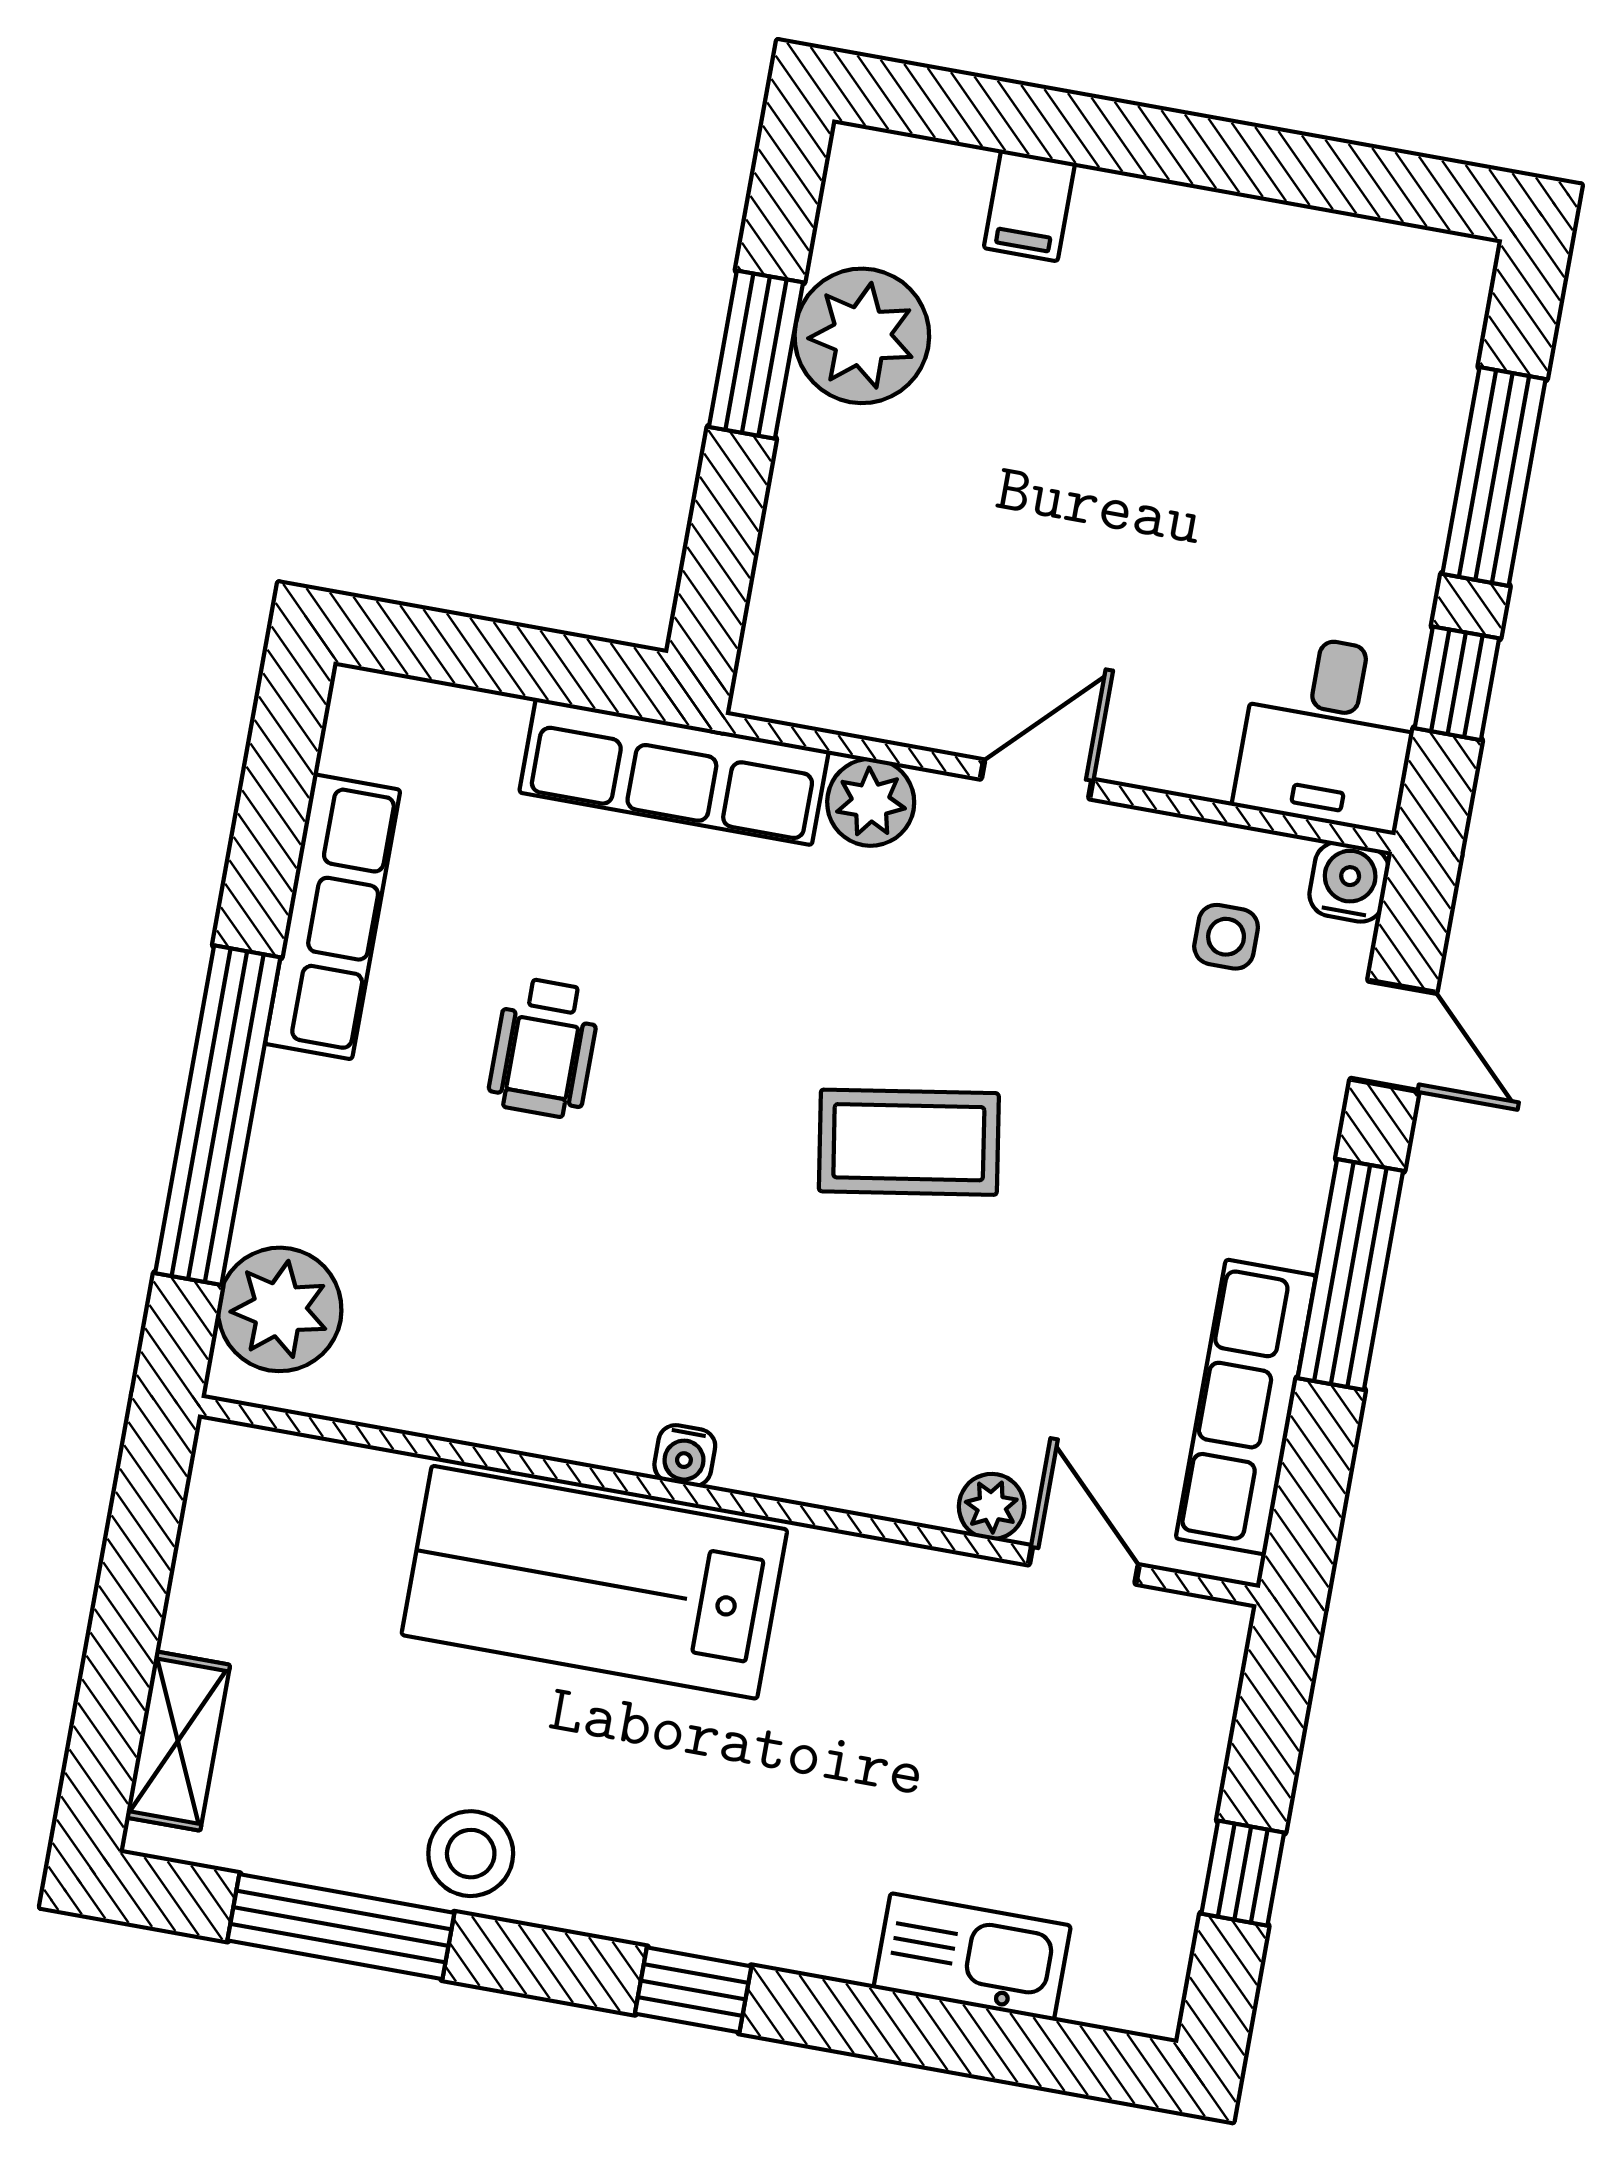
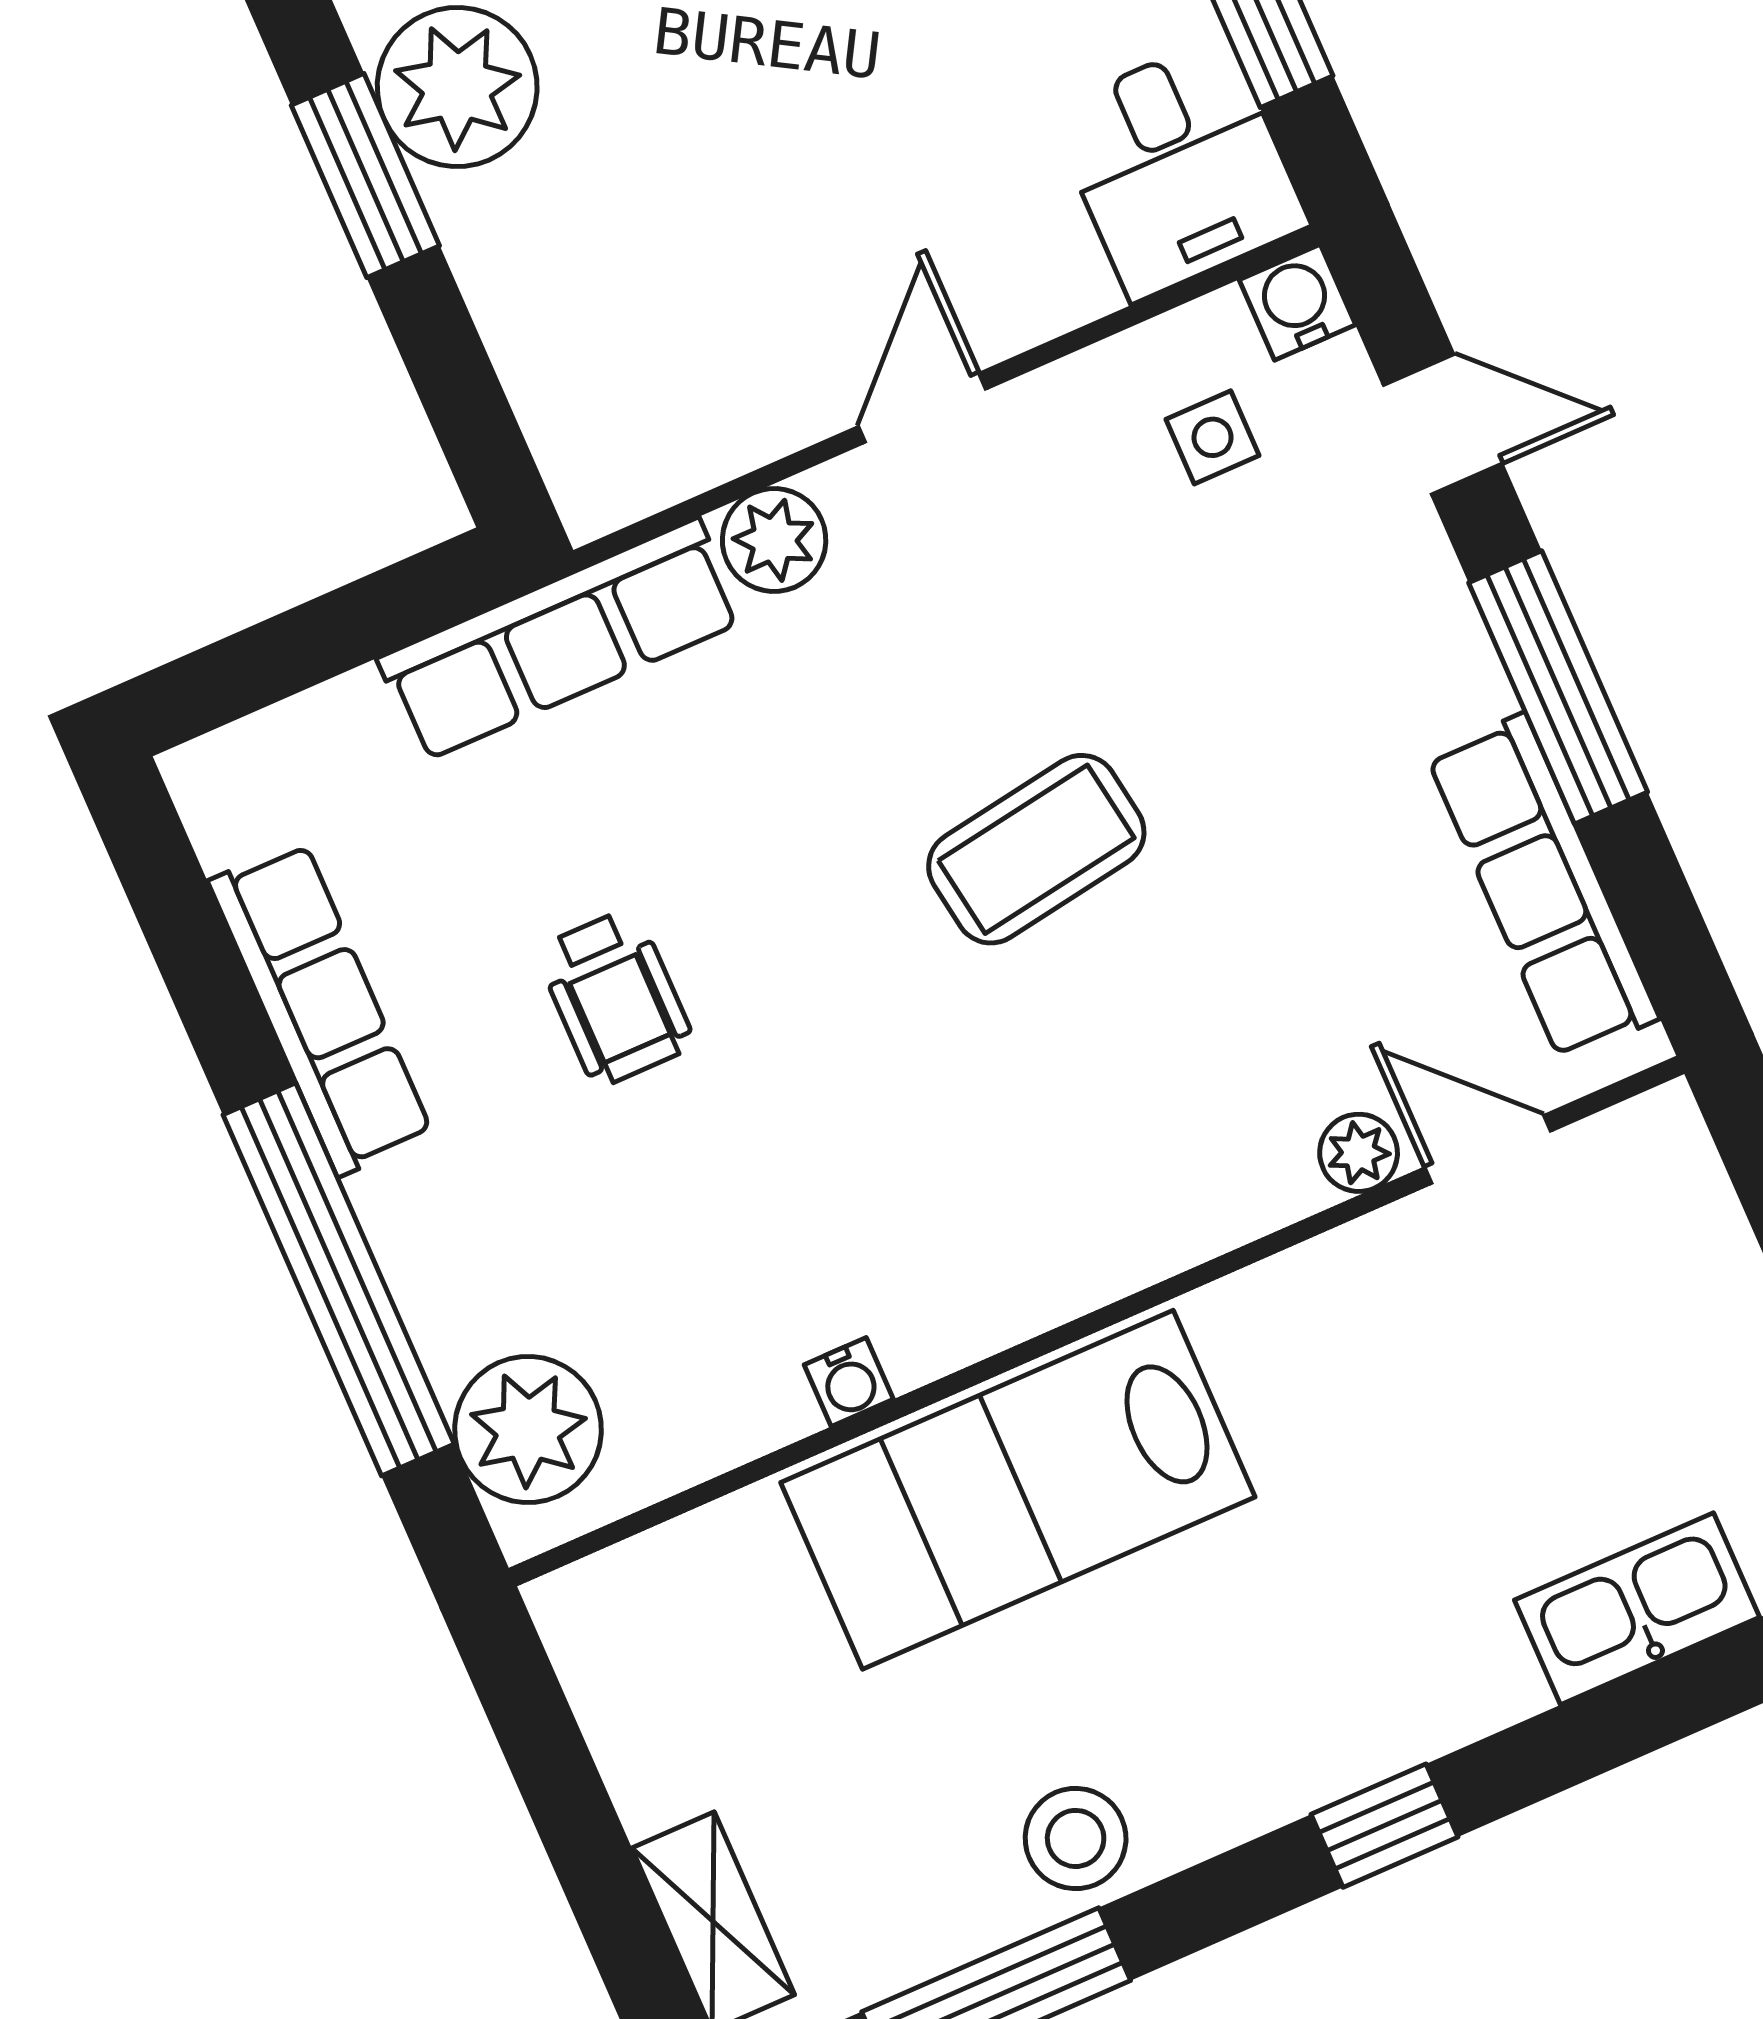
water cooler: (685, 1456) -> (849, 1382), moved

